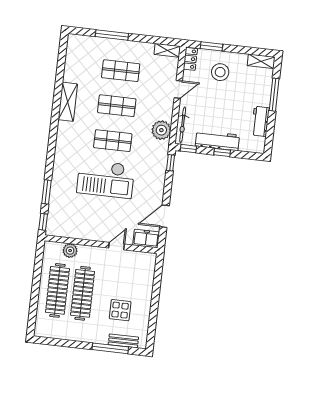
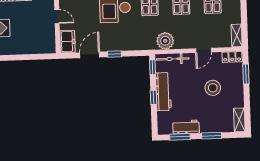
stool: (220, 72) -> (213, 88), moved
door: (178, 89) -> (203, 50), hinge flipped
window: (274, 95) -> (212, 136), width x0.69
window: (270, 130) -> (180, 137), added
window: (171, 163) -> (114, 54), moved
door: (164, 216) -> (90, 55), hinge flipped

